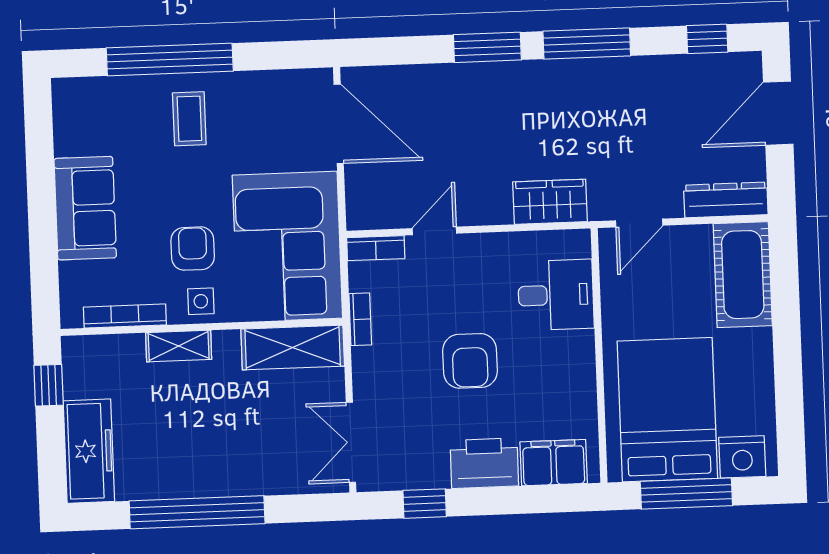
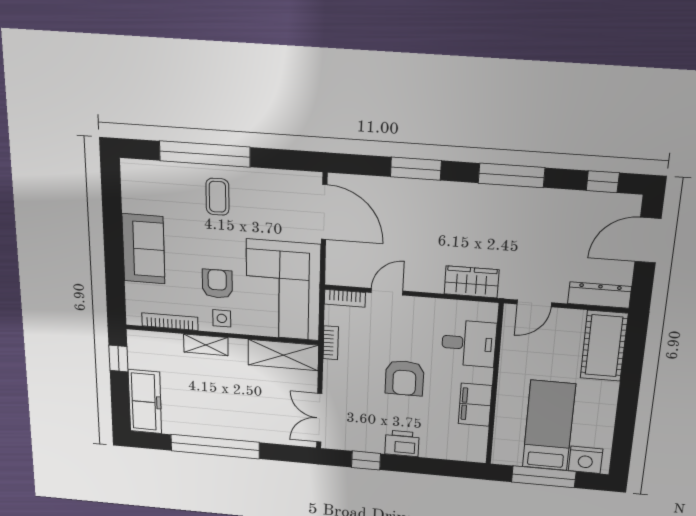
window: (487, 47) -> (416, 169), moved
bed: (667, 410) -> (549, 426), width x0.67
printer: (484, 463) -> (402, 443), width x0.73, depth x0.84
filing cabinet: (554, 463) -> (475, 405), moved, turned -90

